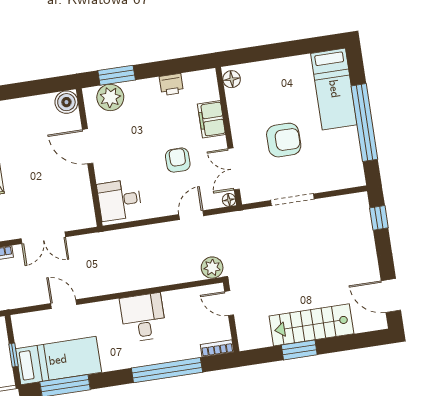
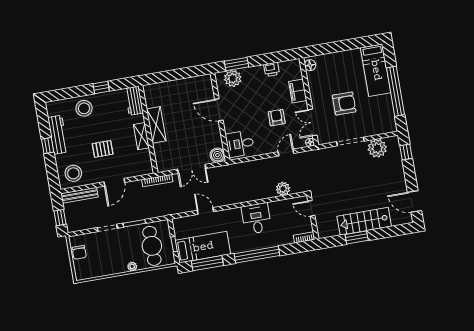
boiler: (66, 102) -> (217, 155), moved
plant: (334, 211) -> (377, 148), added
plant: (212, 268) -> (283, 189), moved
window: (167, 370) -> (257, 255), moved

